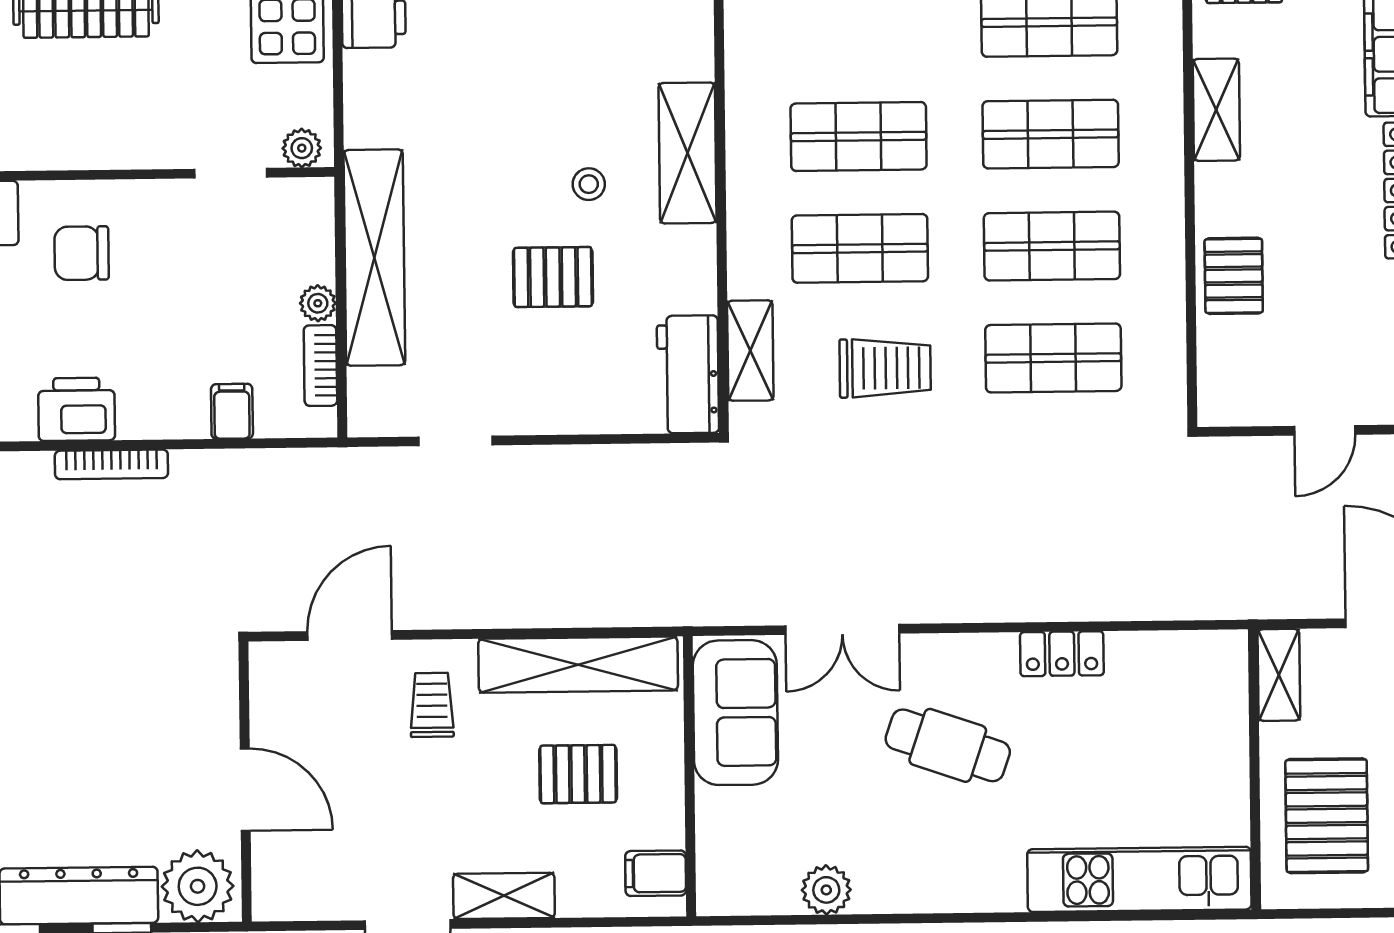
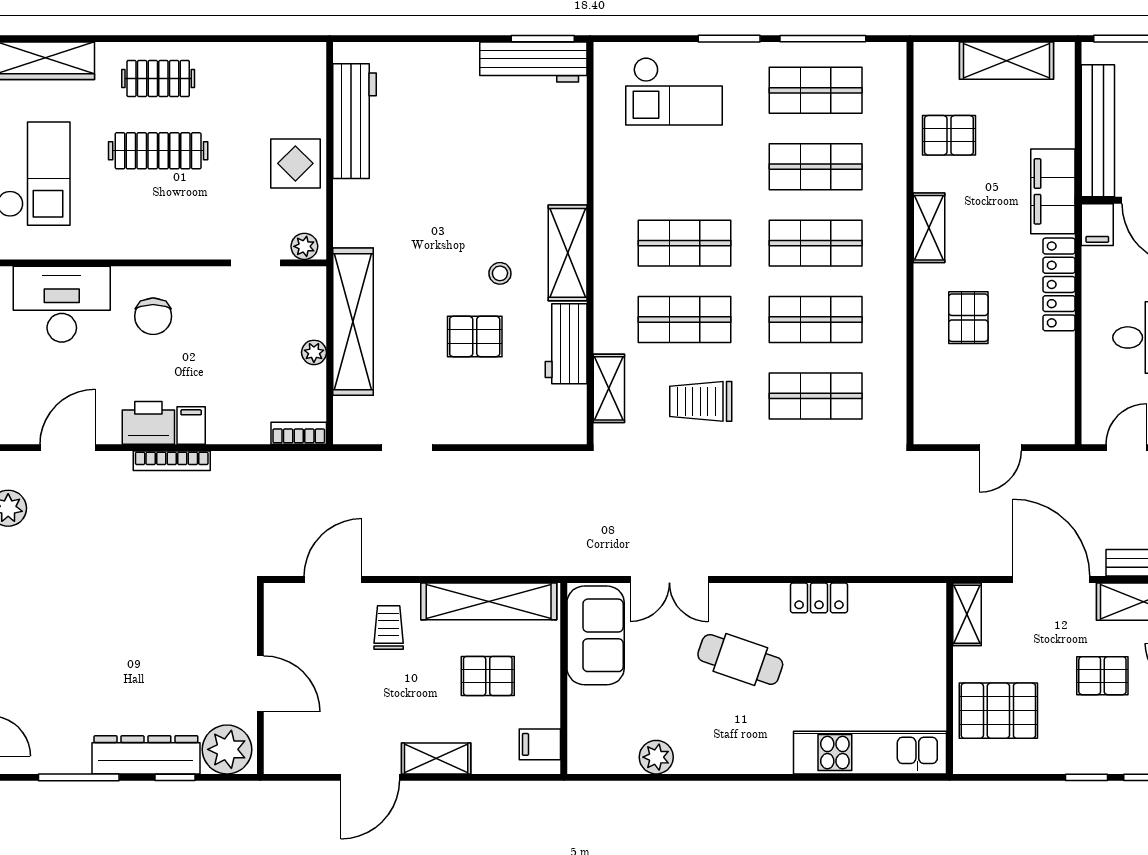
chair: (82, 253) -> (153, 316), turned -90
pallet: (1234, 276) -> (968, 318), moved
bookcase: (320, 366) -> (299, 433), moved, turned 90
trolley: (885, 368) -> (701, 401), turned 180
workbench: (688, 374) -> (566, 344), moved
filing cabinet: (232, 411) -> (191, 426), moved
pallet: (1327, 816) -> (998, 711), turned 90

